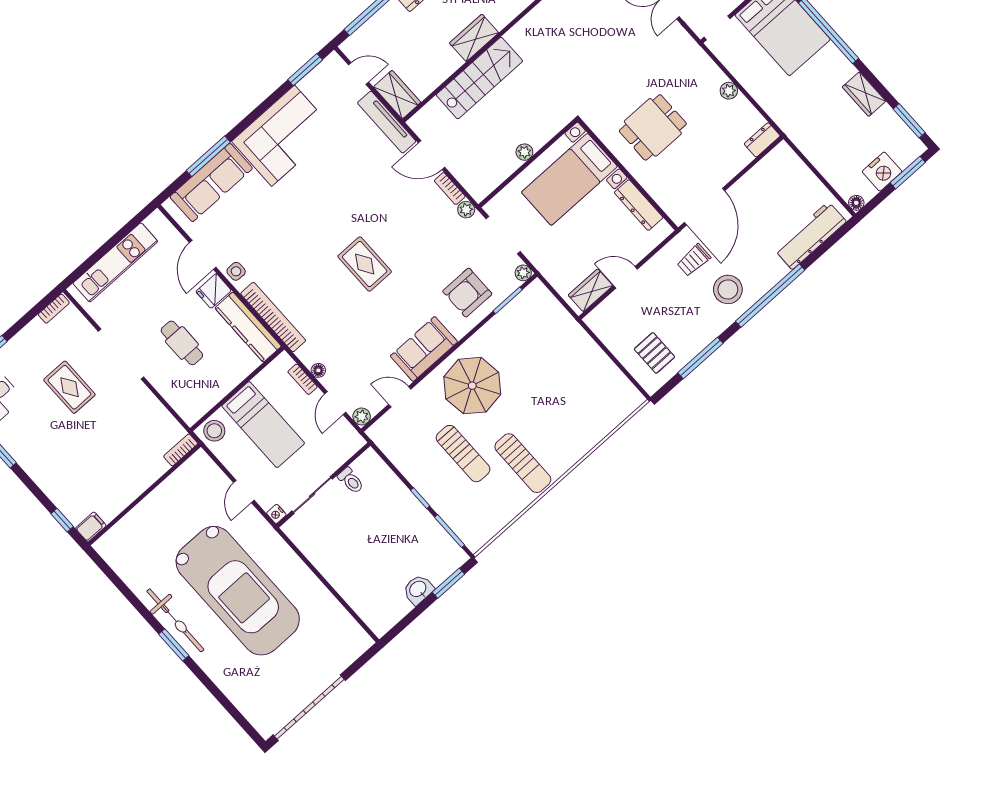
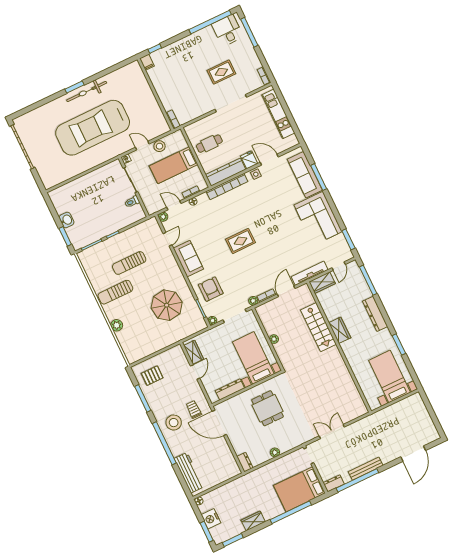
cafe table: (182, 343) -> (209, 144), moved
parasol: (472, 386) -> (167, 305), moved
stool: (214, 431) -> (159, 146), moved
plant: (582, 443) -> (117, 325), added

